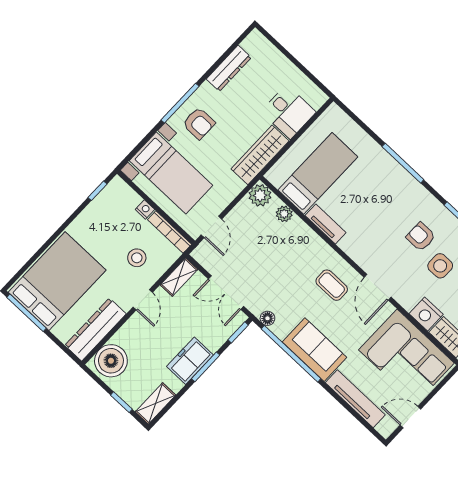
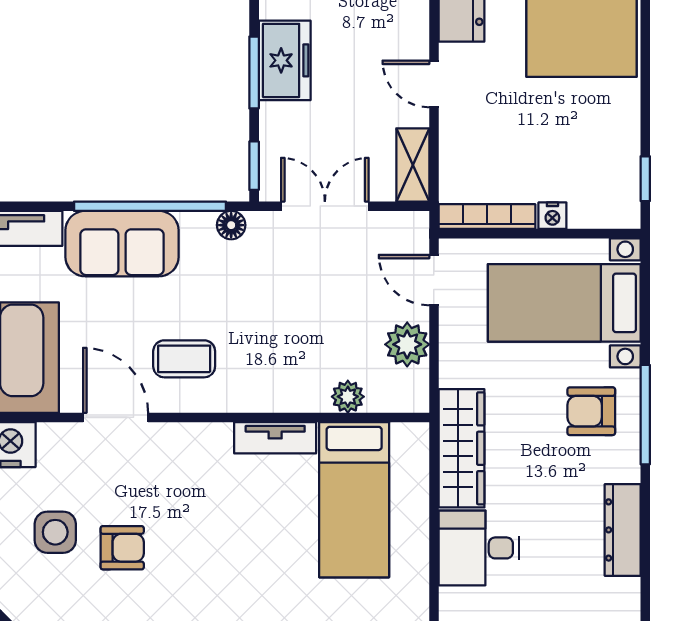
plant: (260, 195) -> (407, 344), moved
stool: (137, 258) -> (499, 136), removed

